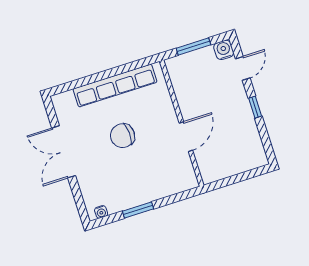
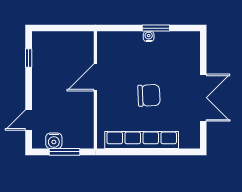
water cooler: (224, 50) -> (54, 141), moved
window: (255, 107) -> (29, 58), moved
water cooler: (101, 212) -> (149, 36), moved

